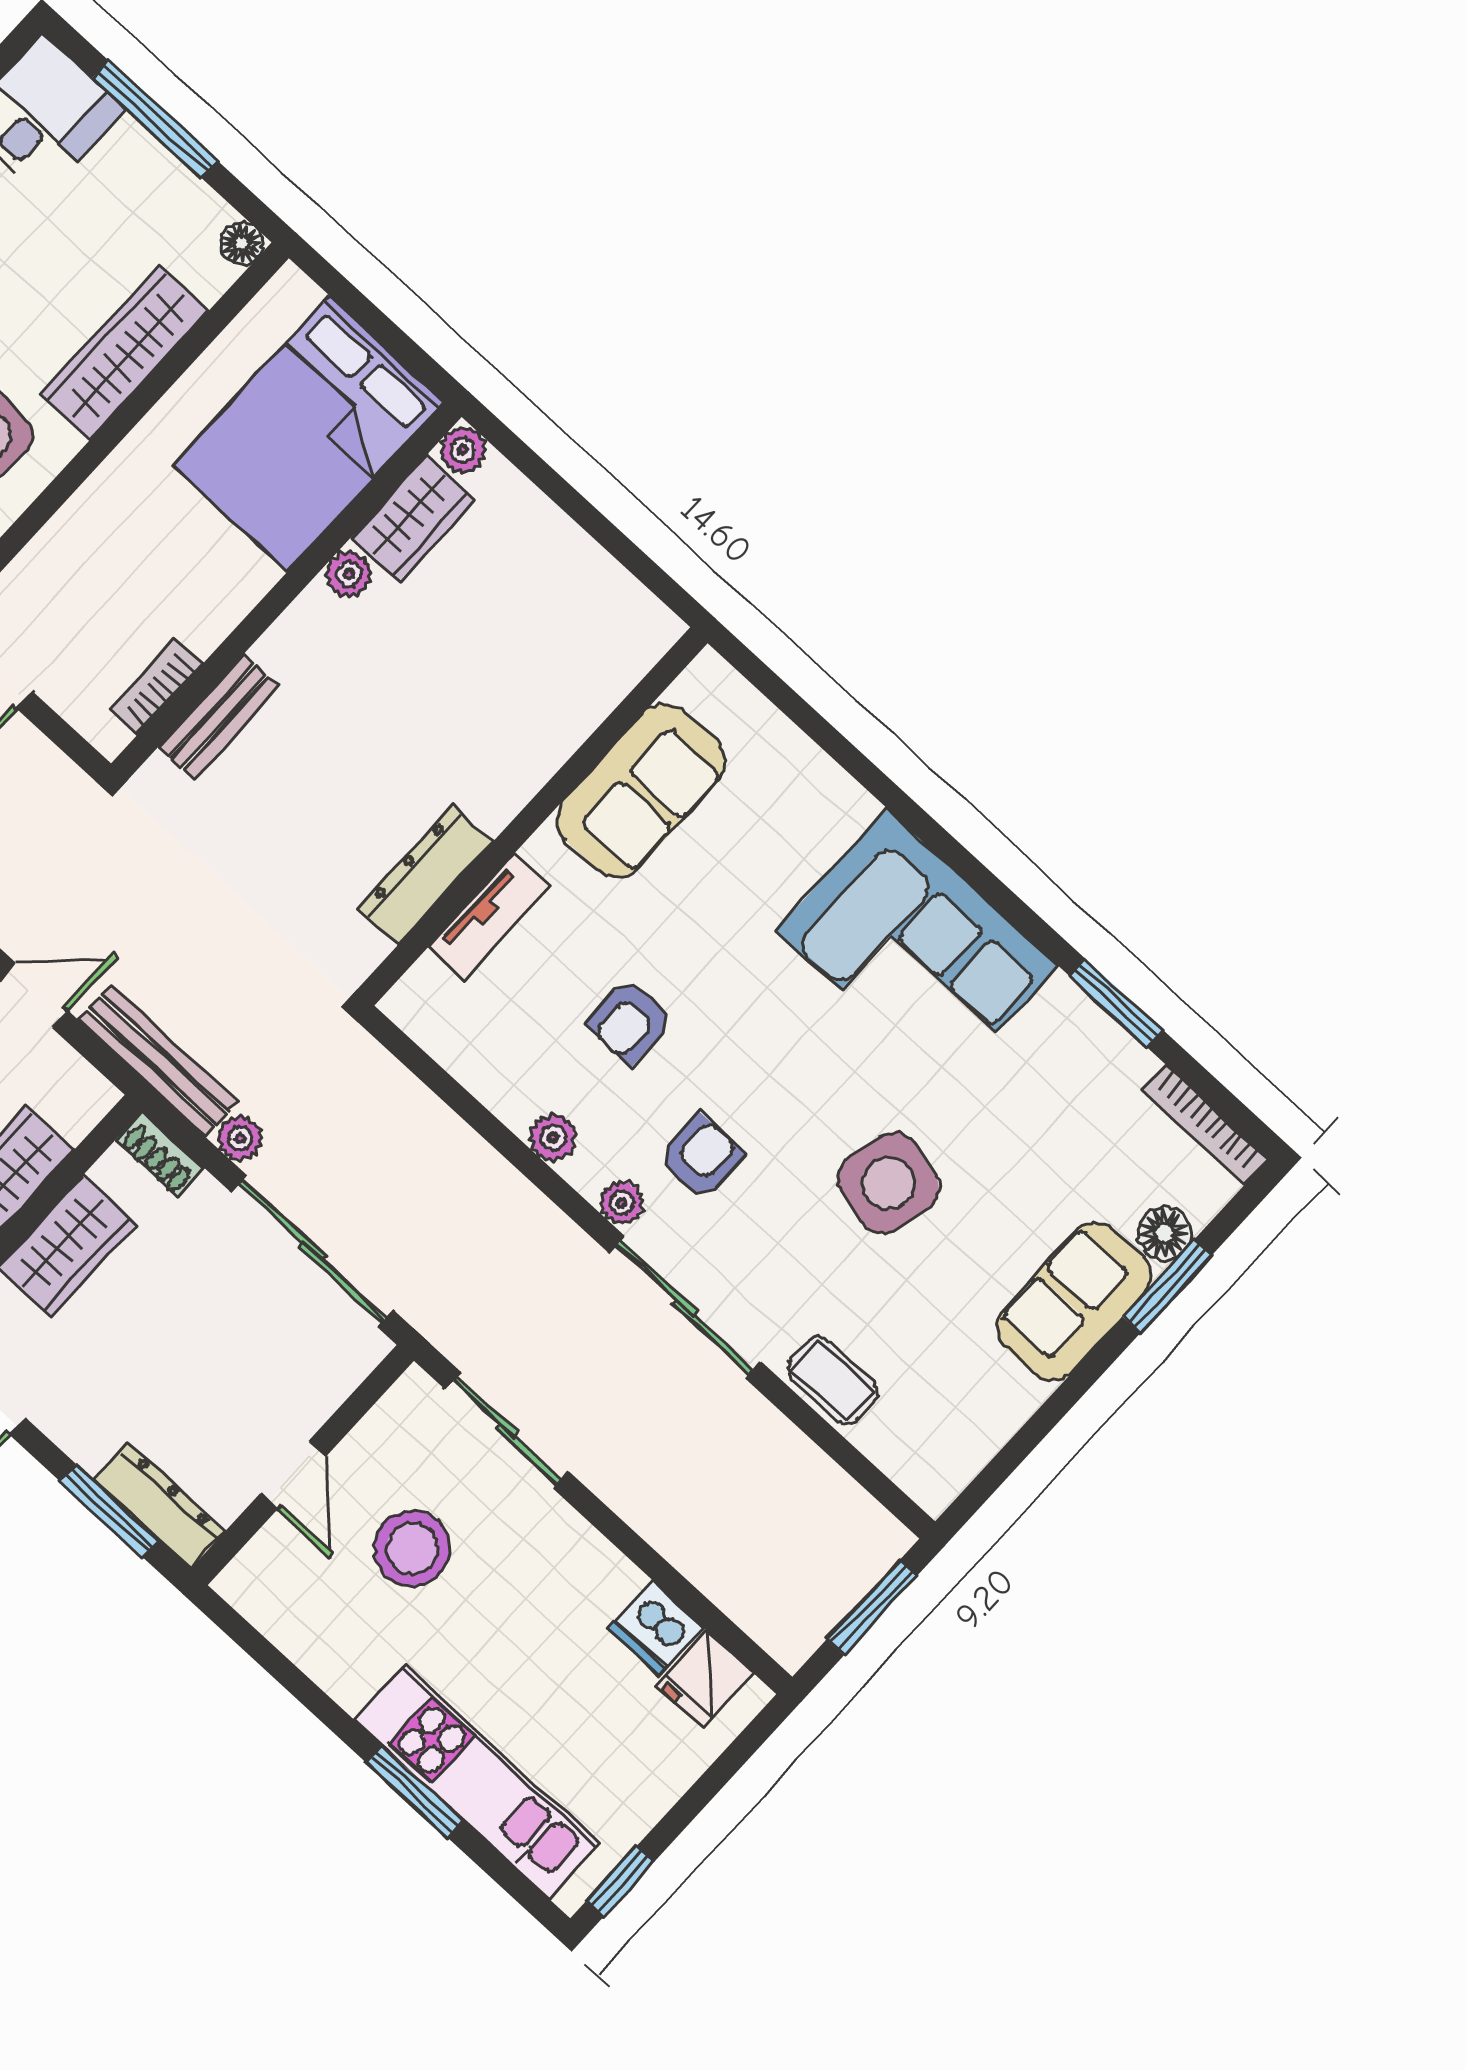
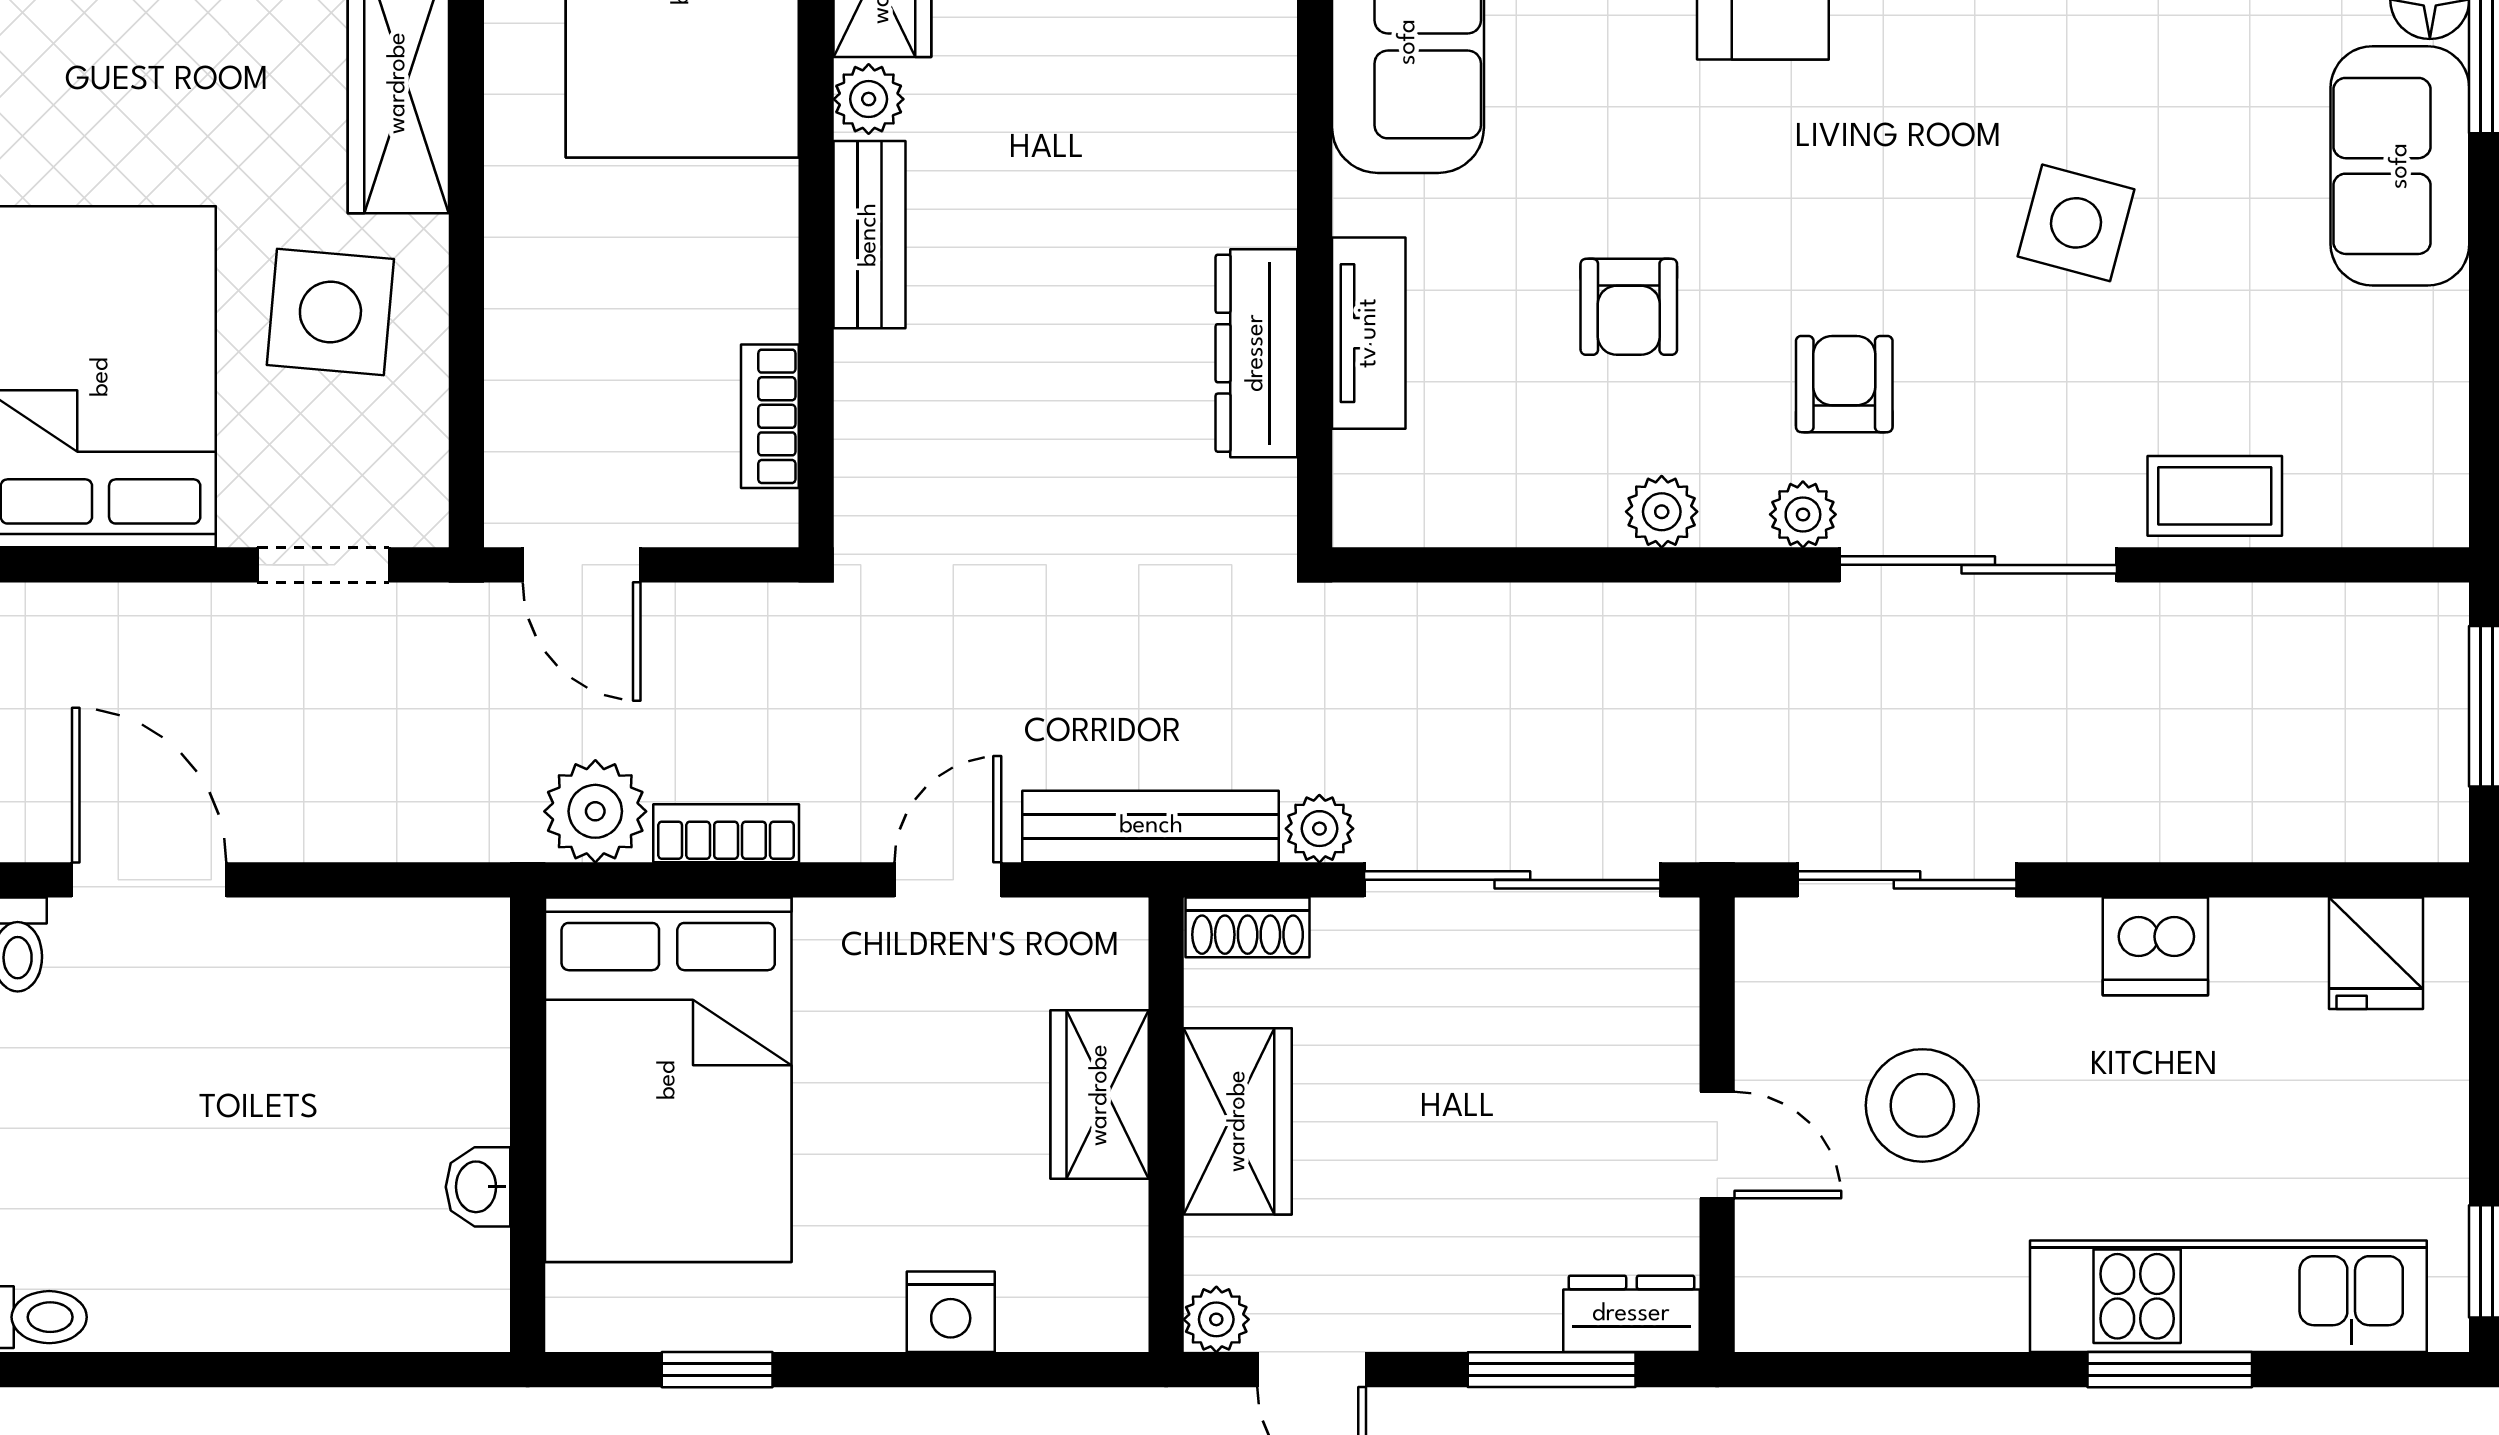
bench: (219, 716) -> (869, 235), moved
side table: (888, 1183) -> (2076, 223), width x0.73, depth x0.73
dresser: (159, 1506) -> (1631, 1314), width x0.70
dishwasher: (656, 1628) -> (2155, 946), moved

